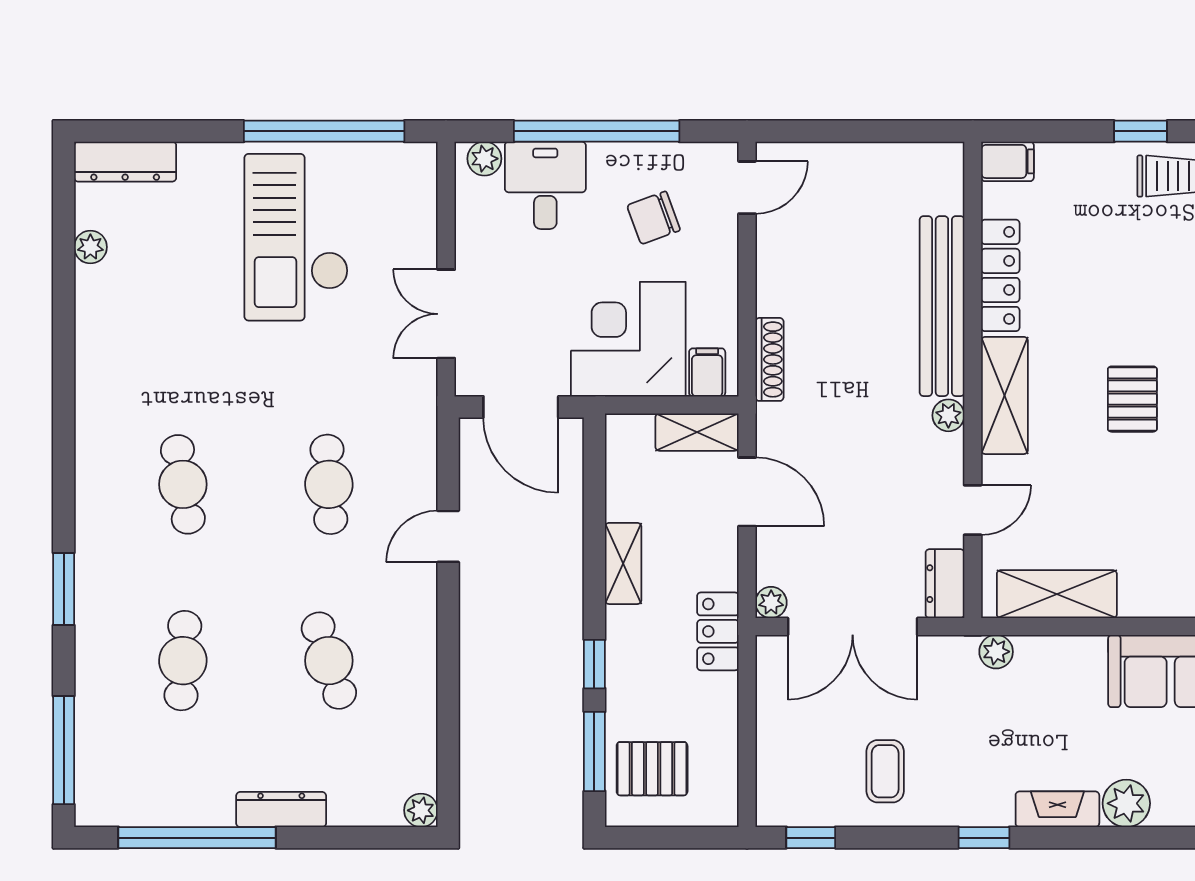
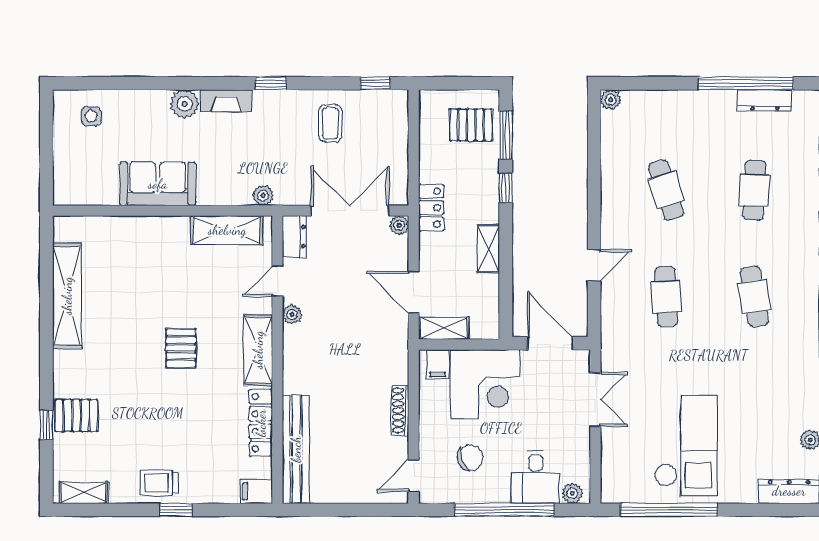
bench: (942, 306) -> (296, 449), moved
shoe rack: (769, 359) -> (400, 410), moved
plant: (948, 415) -> (292, 314), moved
dresser: (281, 810) -> (765, 100), moved

